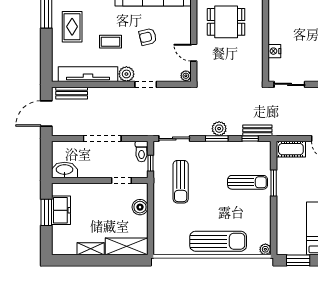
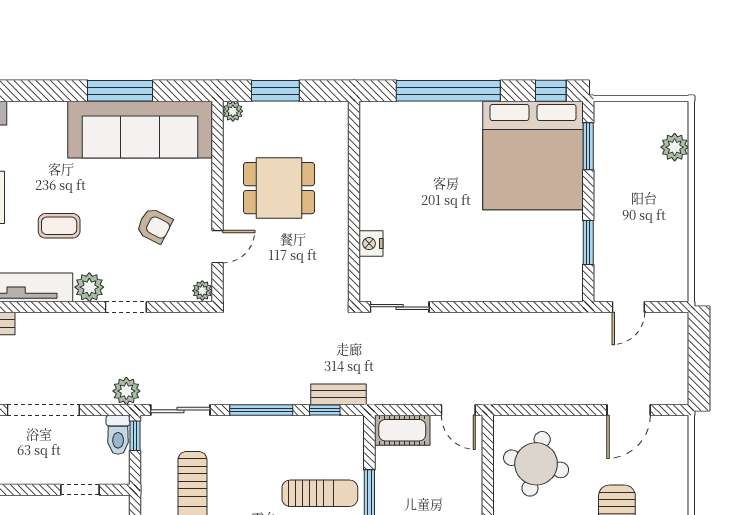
armchair: (148, 37) -> (154, 226), moved, turned -139
door: (194, 53) -> (217, 247), swing flipped
plant: (219, 129) -> (126, 391), moved
window: (217, 139) -> (261, 410), width x1.44
window: (150, 163) -> (135, 436), moved

